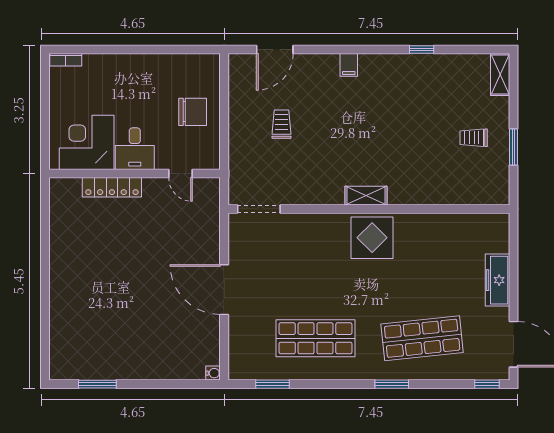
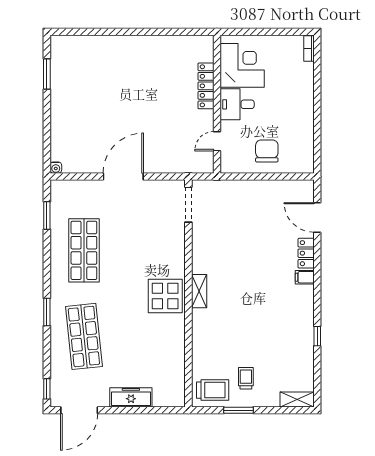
locker: (319, 63) -> (306, 253), added
chair: (193, 112) -> (267, 151), turned 180
trolley: (282, 124) -> (213, 390), moved, width x1.36, depth x1.39

